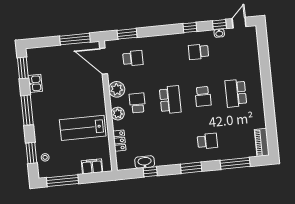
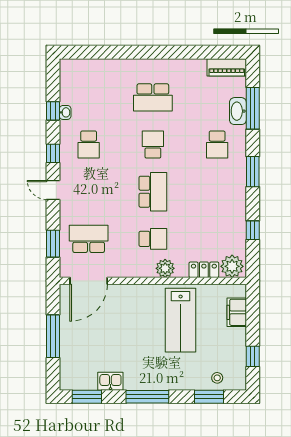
door: (239, 23) -> (53, 190), moved
window: (75, 39) -> (53, 336), moved
school desk: (133, 58) -> (89, 239), width x1.85
plant: (117, 89) -> (232, 266), moved
school desk: (203, 96) -> (153, 145), turned -90
school desk: (170, 100) -> (153, 192), turned 90
school desk: (137, 103) -> (153, 239), turned 180
school desk: (207, 141) -> (217, 145), turned 180
washbasin: (145, 162) -> (238, 111), moved
window: (62, 181) -> (253, 356), width x0.46

